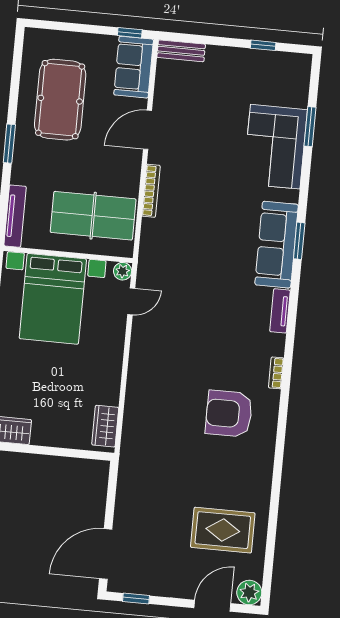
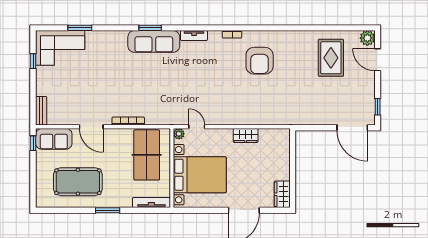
corner sofa: (275, 147) -> (60, 48), moved
wardrobe: (105, 426) -> (246, 135), moved

